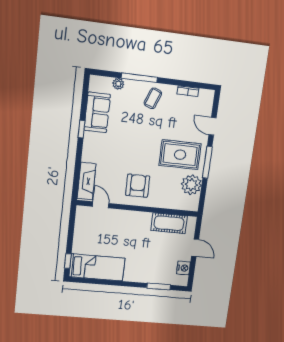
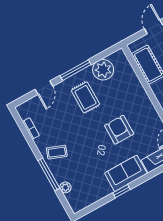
sofa: (97, 112) -> (126, 173), moved
rug: (180, 155) -> (85, 97), width x0.73, depth x0.70
armchair: (138, 186) -> (119, 130), moved, turned 90

